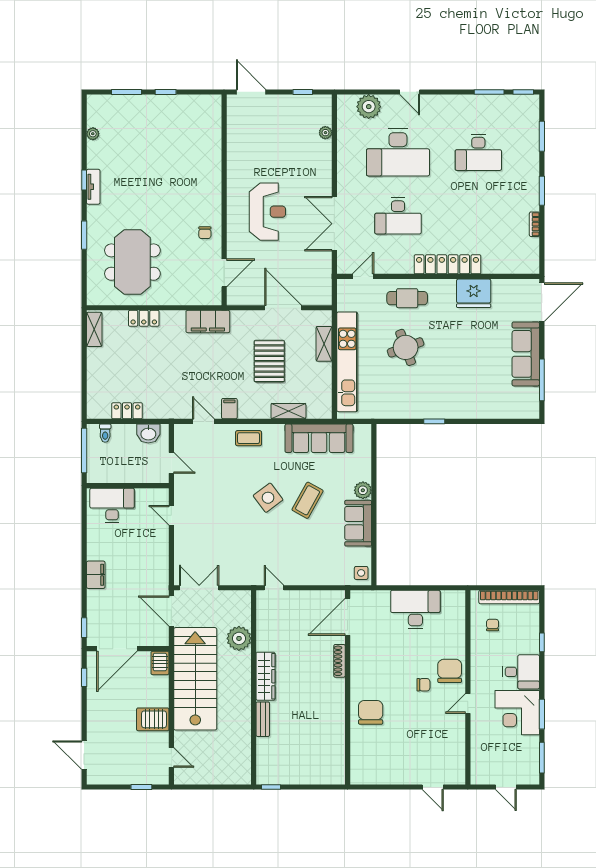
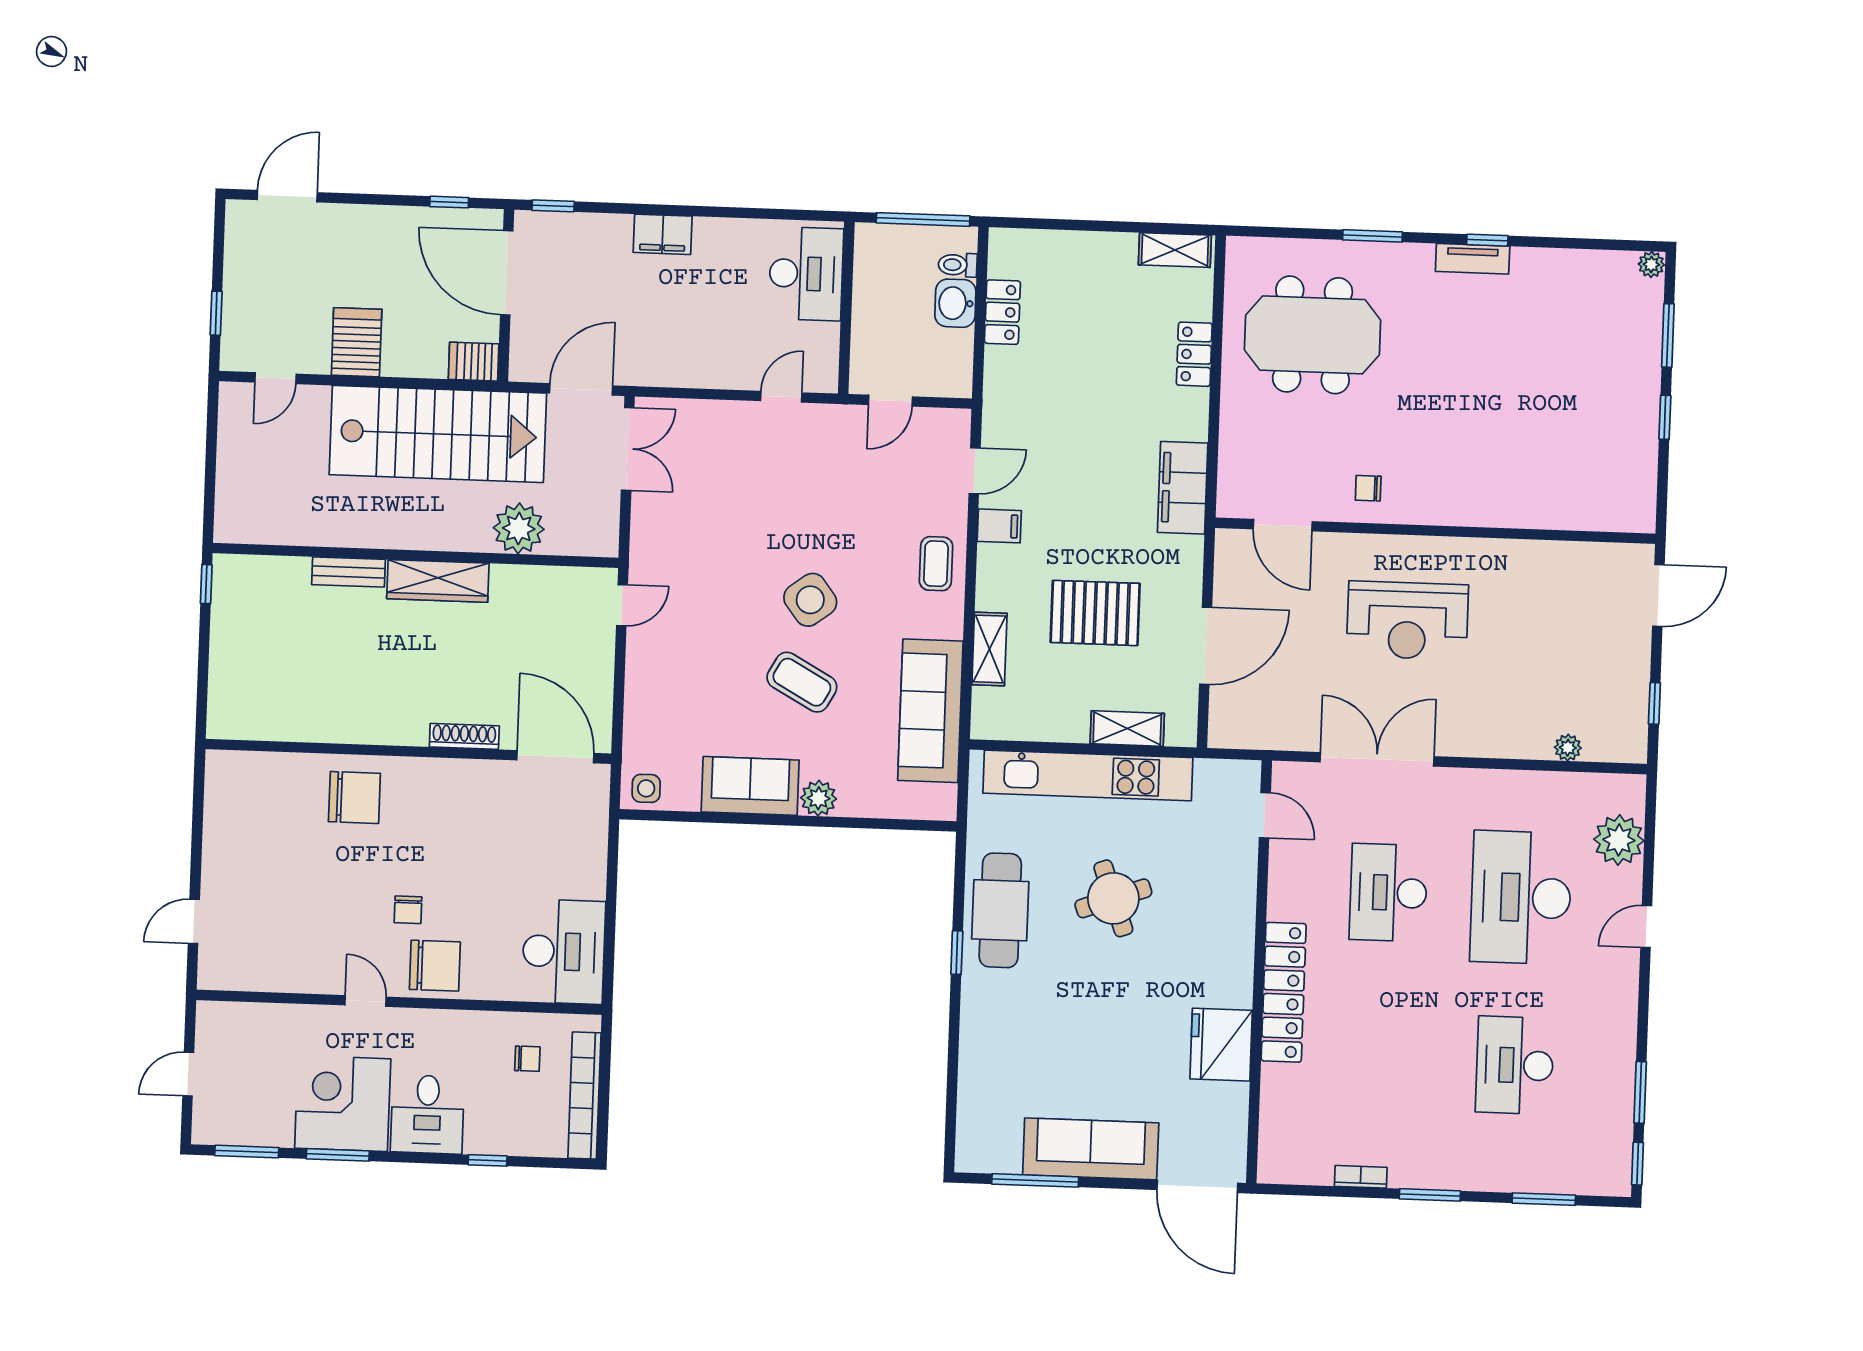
plant: (93, 134) -> (1651, 264), moved
cafe table: (407, 298) -> (1000, 910), moved, width x1.37, depth x1.35
washbasin: (148, 433) -> (955, 303), moved
desk: (415, 610) -> (564, 952), moved

